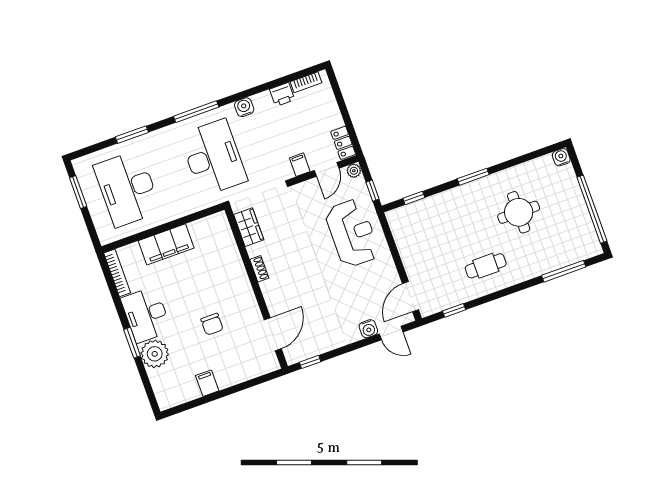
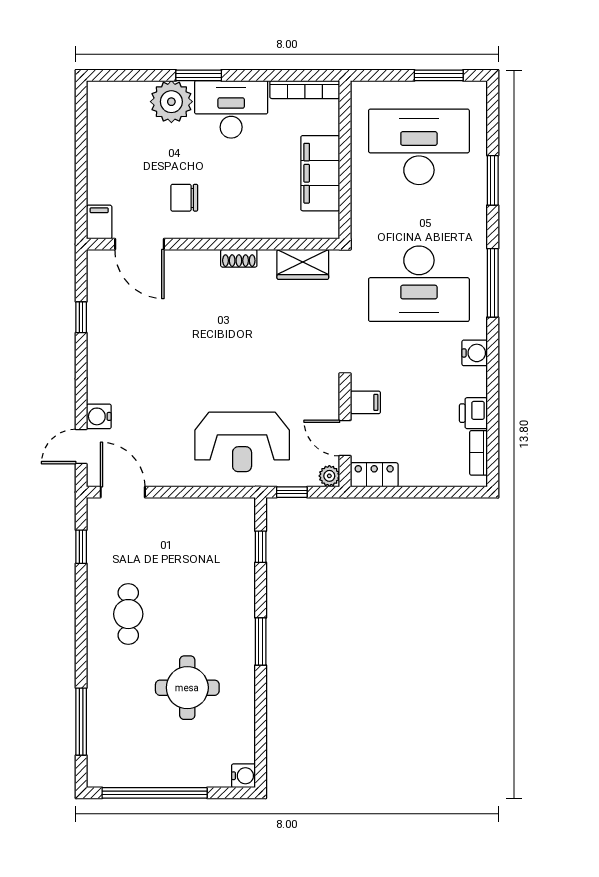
wardrobe: (249, 227) -> (303, 264), moved
shoe rack: (259, 269) -> (239, 258), moved
wall: (256, 288) -> (213, 244), moved
door: (273, 334) -> (139, 244), moved
filing cabinet: (207, 383) -> (99, 222), moved, turned -90

